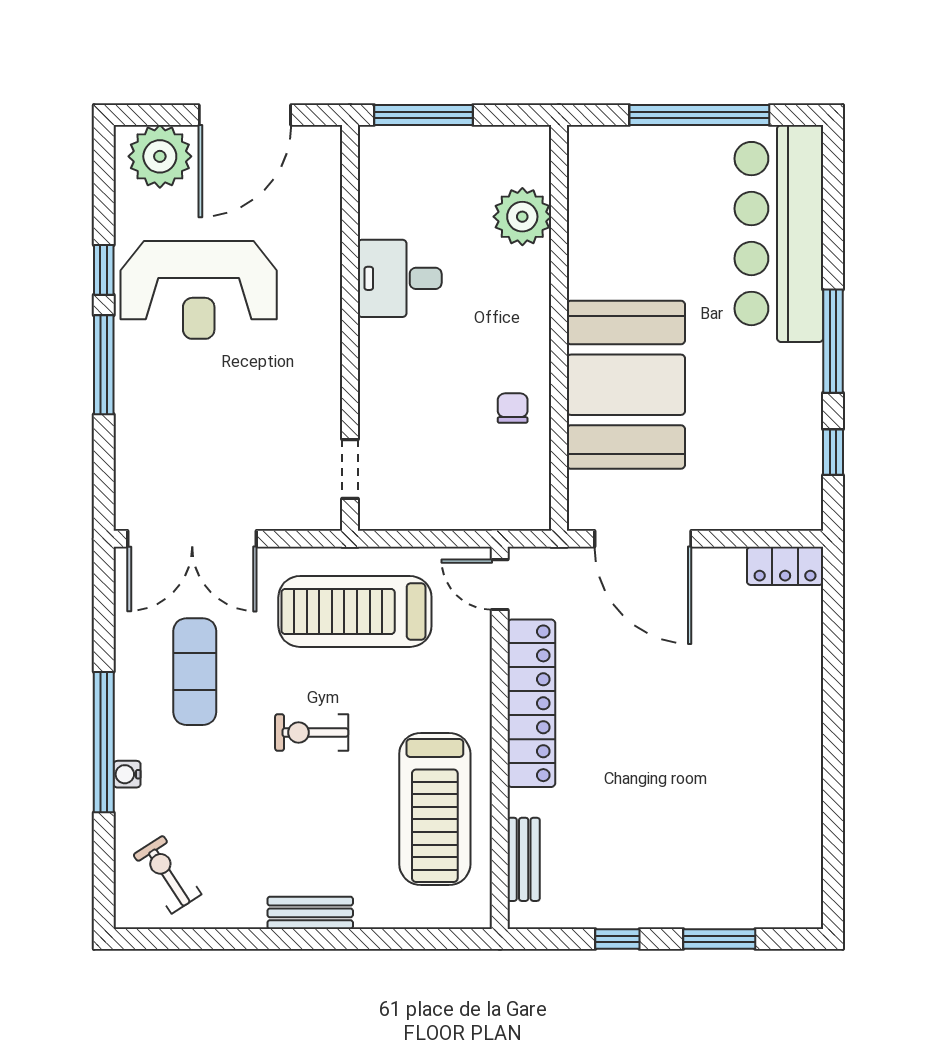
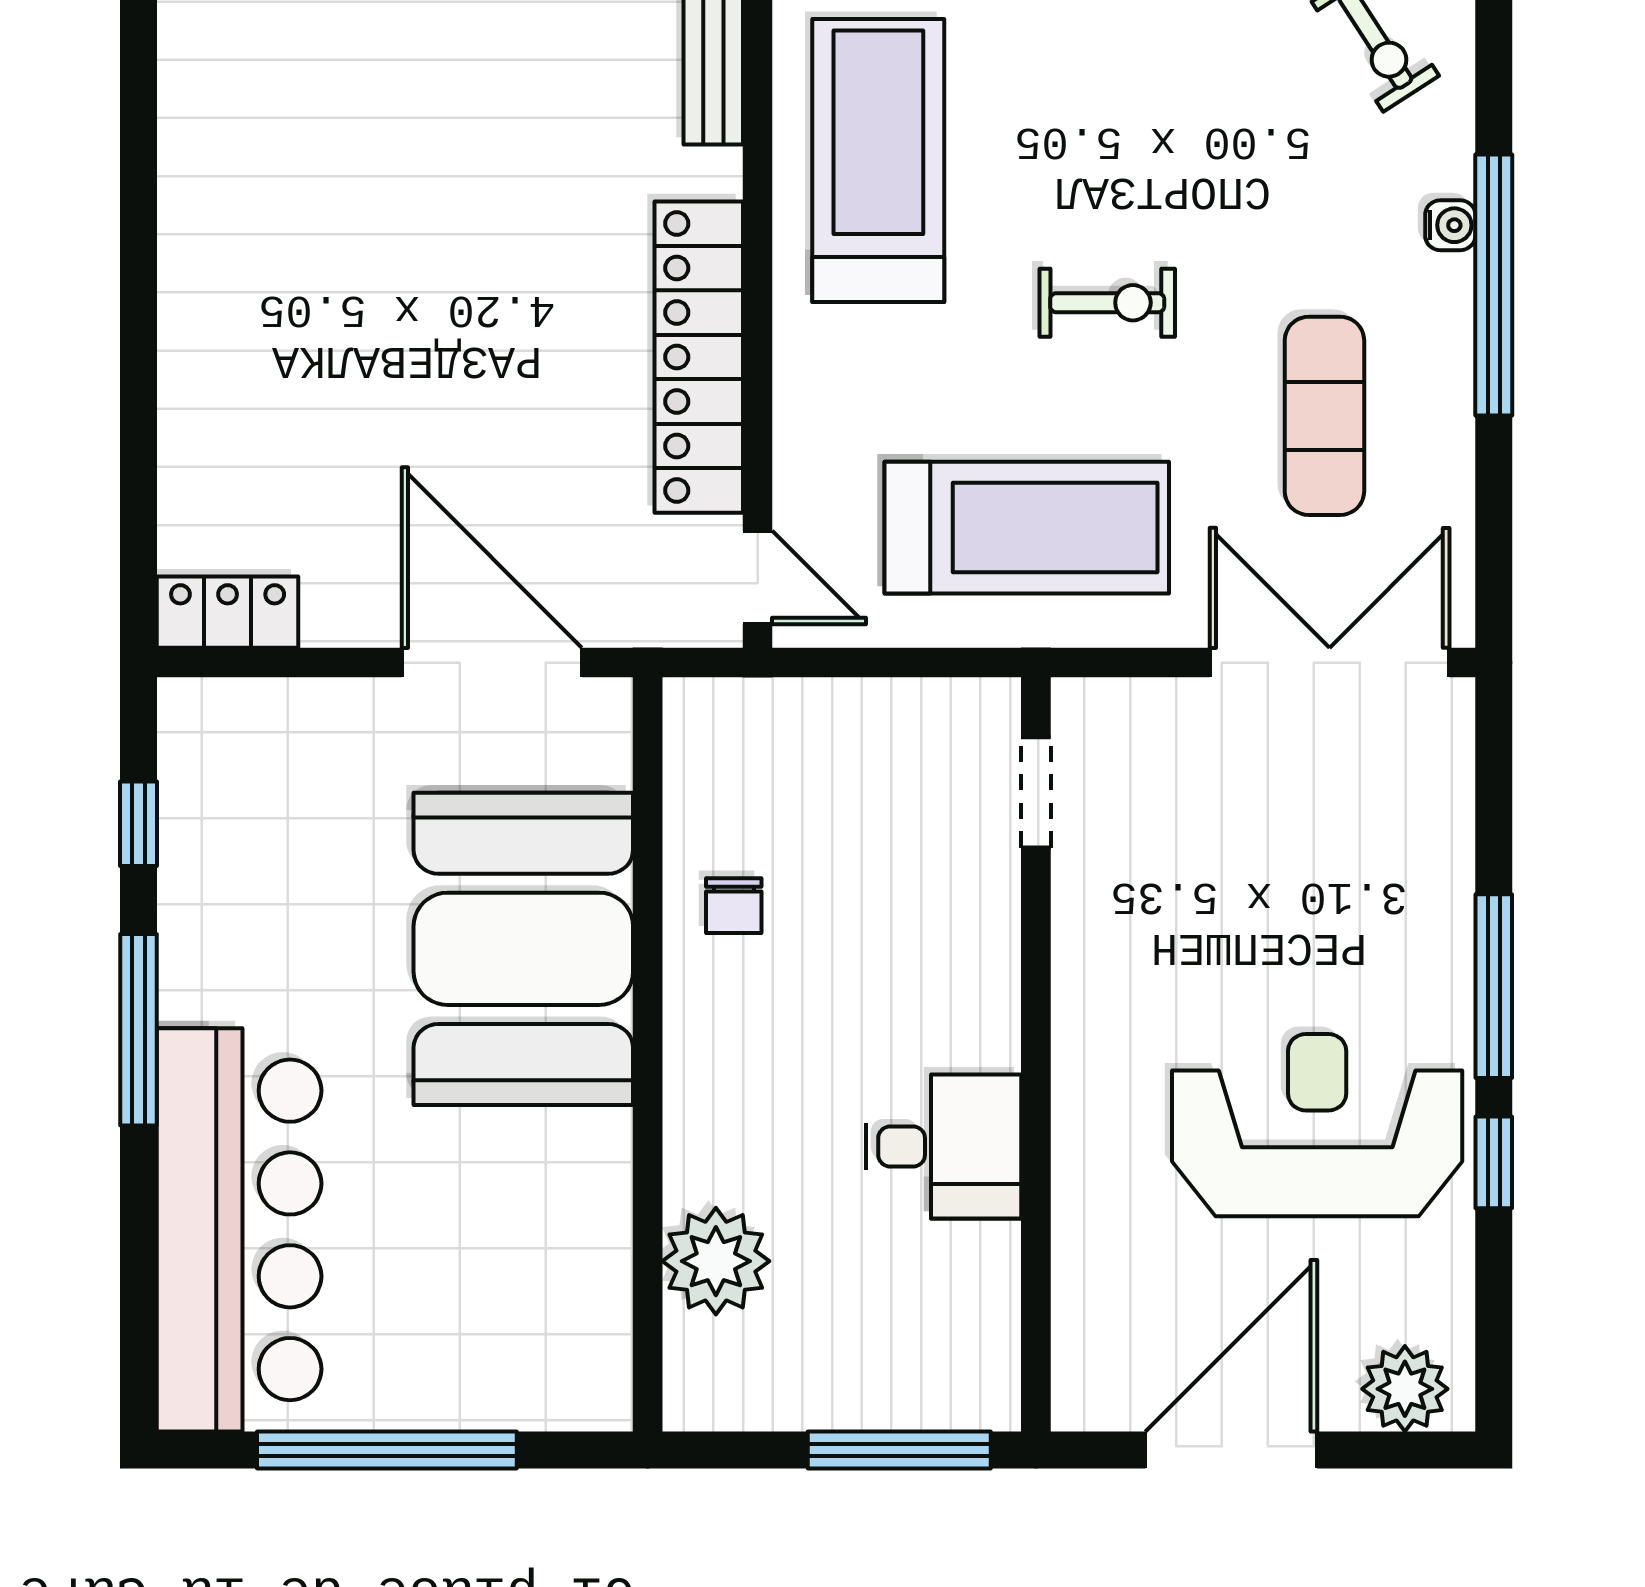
plant: (160, 156) -> (1405, 1389), width x0.73, depth x0.73

